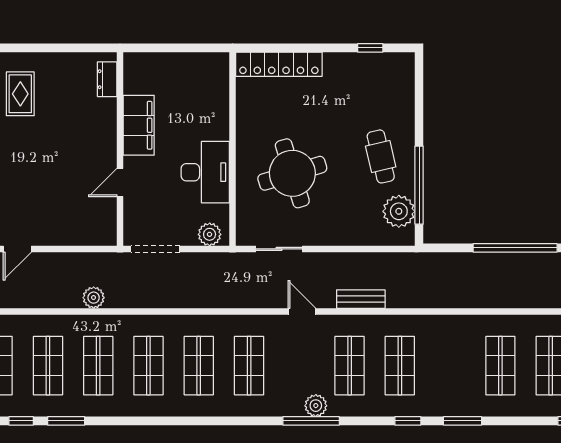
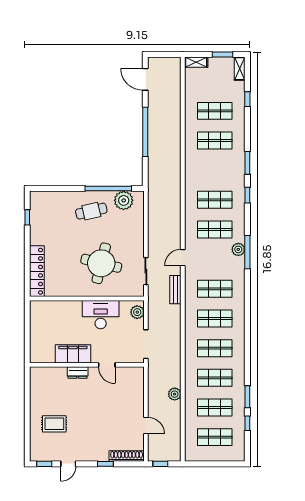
dresser: (107, 79) -> (78, 373), moved
round table: (292, 173) -> (101, 263), turned 31
plant: (94, 298) -> (175, 394), moved
bench: (361, 299) -> (175, 290), moved

